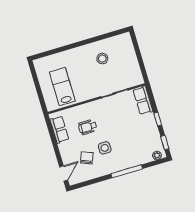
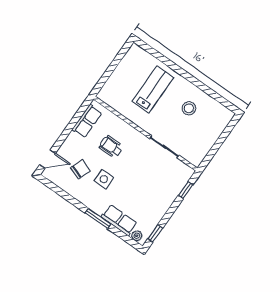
lab bench: (62, 87) -> (153, 89), moved
row of seats: (143, 100) -> (119, 220), moved, turned 90
window: (158, 119) -> (186, 190), moved
window: (127, 171) -> (98, 219), width x0.69

